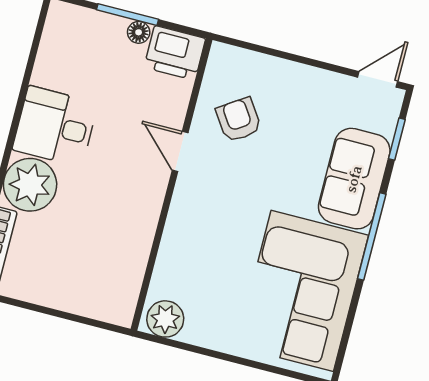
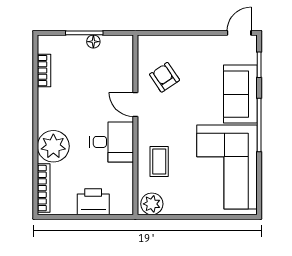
printer: (175, 53) -> (93, 202), moved, turned 180
bookcase: (47, 58) -> (44, 71), added
desk: (55, 126) -> (112, 142), moved, turned 180
coffee table: (195, 254) -> (159, 162), added

